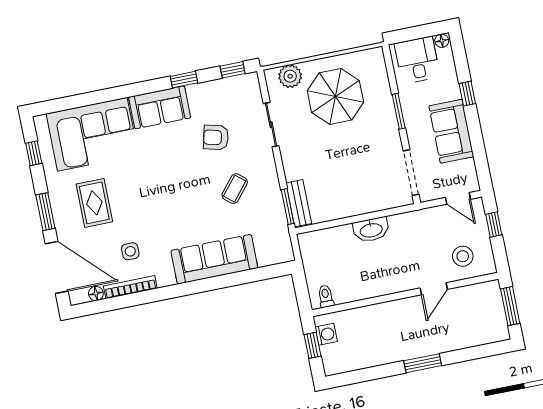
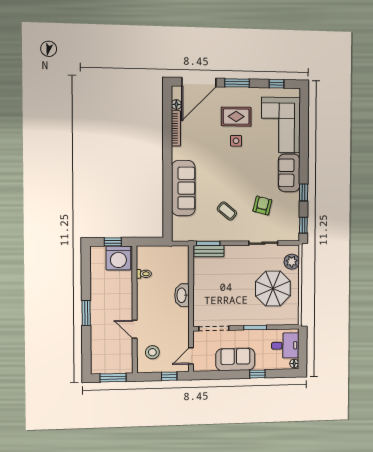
side table: (130, 251) -> (236, 141), moved
toilet: (326, 296) -> (144, 274), moved
washing machine: (326, 334) -> (118, 258), width x1.89, depth x1.89

